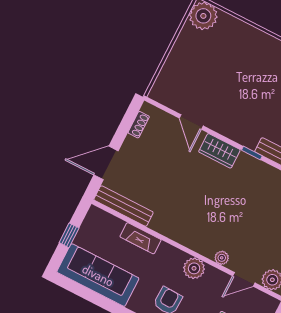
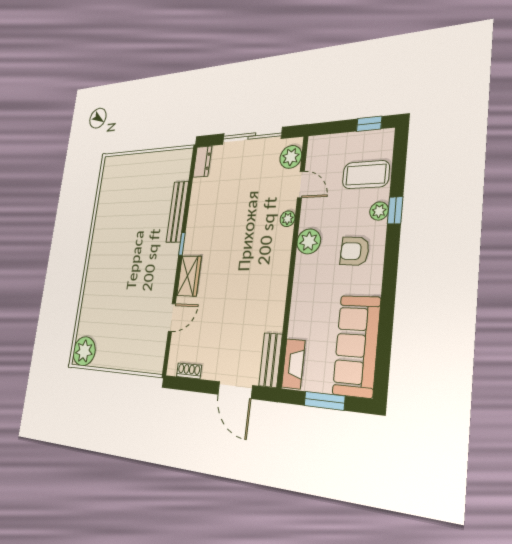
bench: (124, 206) -> (271, 360), width x0.73
window: (69, 235) -> (324, 401), width x1.50
fireplace: (140, 238) -> (293, 364), moved

